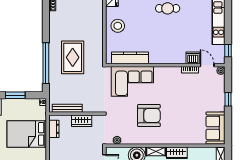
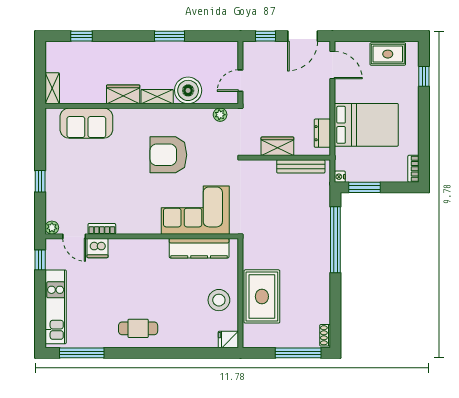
rug: (73, 57) -> (262, 296), moved
window: (15, 95) -> (365, 187), moved
sofa: (216, 128) -> (86, 123), moved, turned 90

